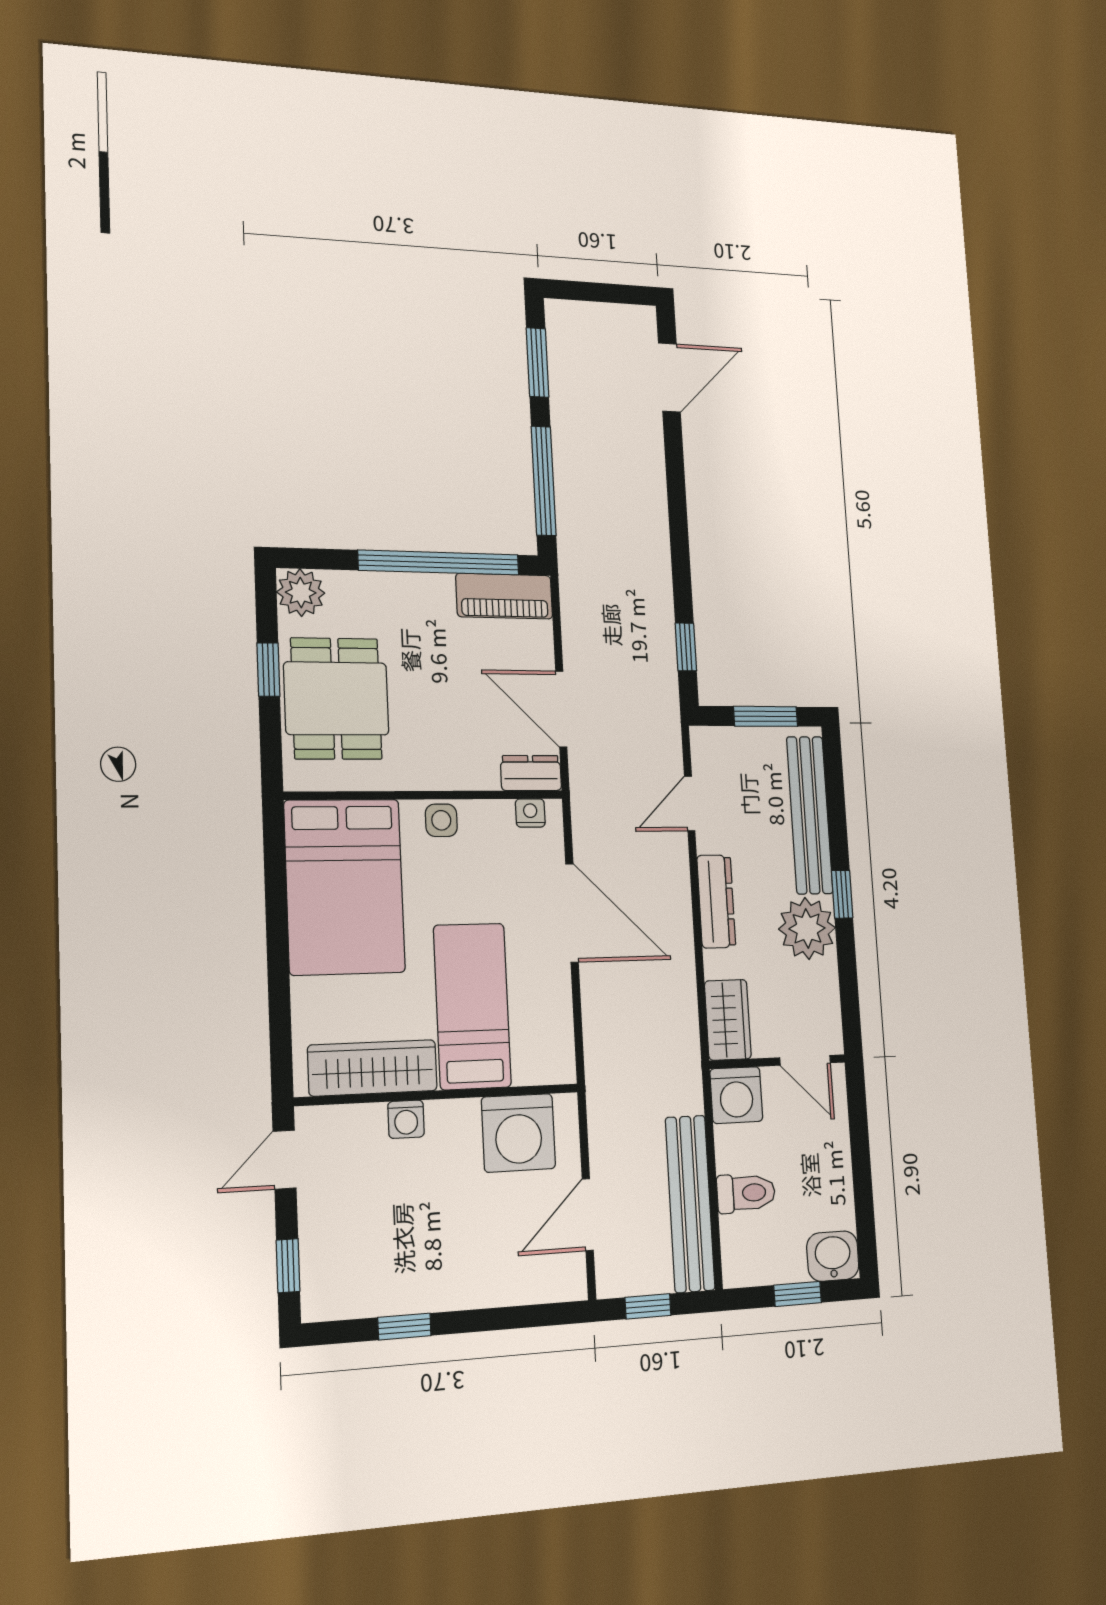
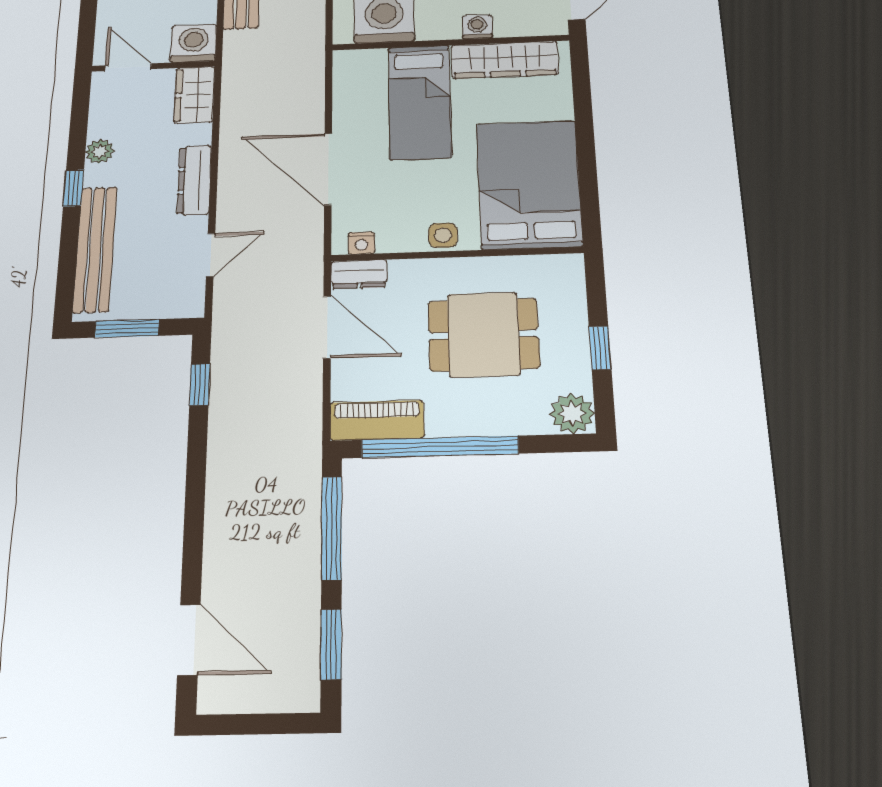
door: (669, 378) -> (189, 640), swing flipped
dining table: (336, 698) -> (484, 335), moved, turned 90
plant: (807, 928) -> (100, 151), width x0.53, depth x0.53

